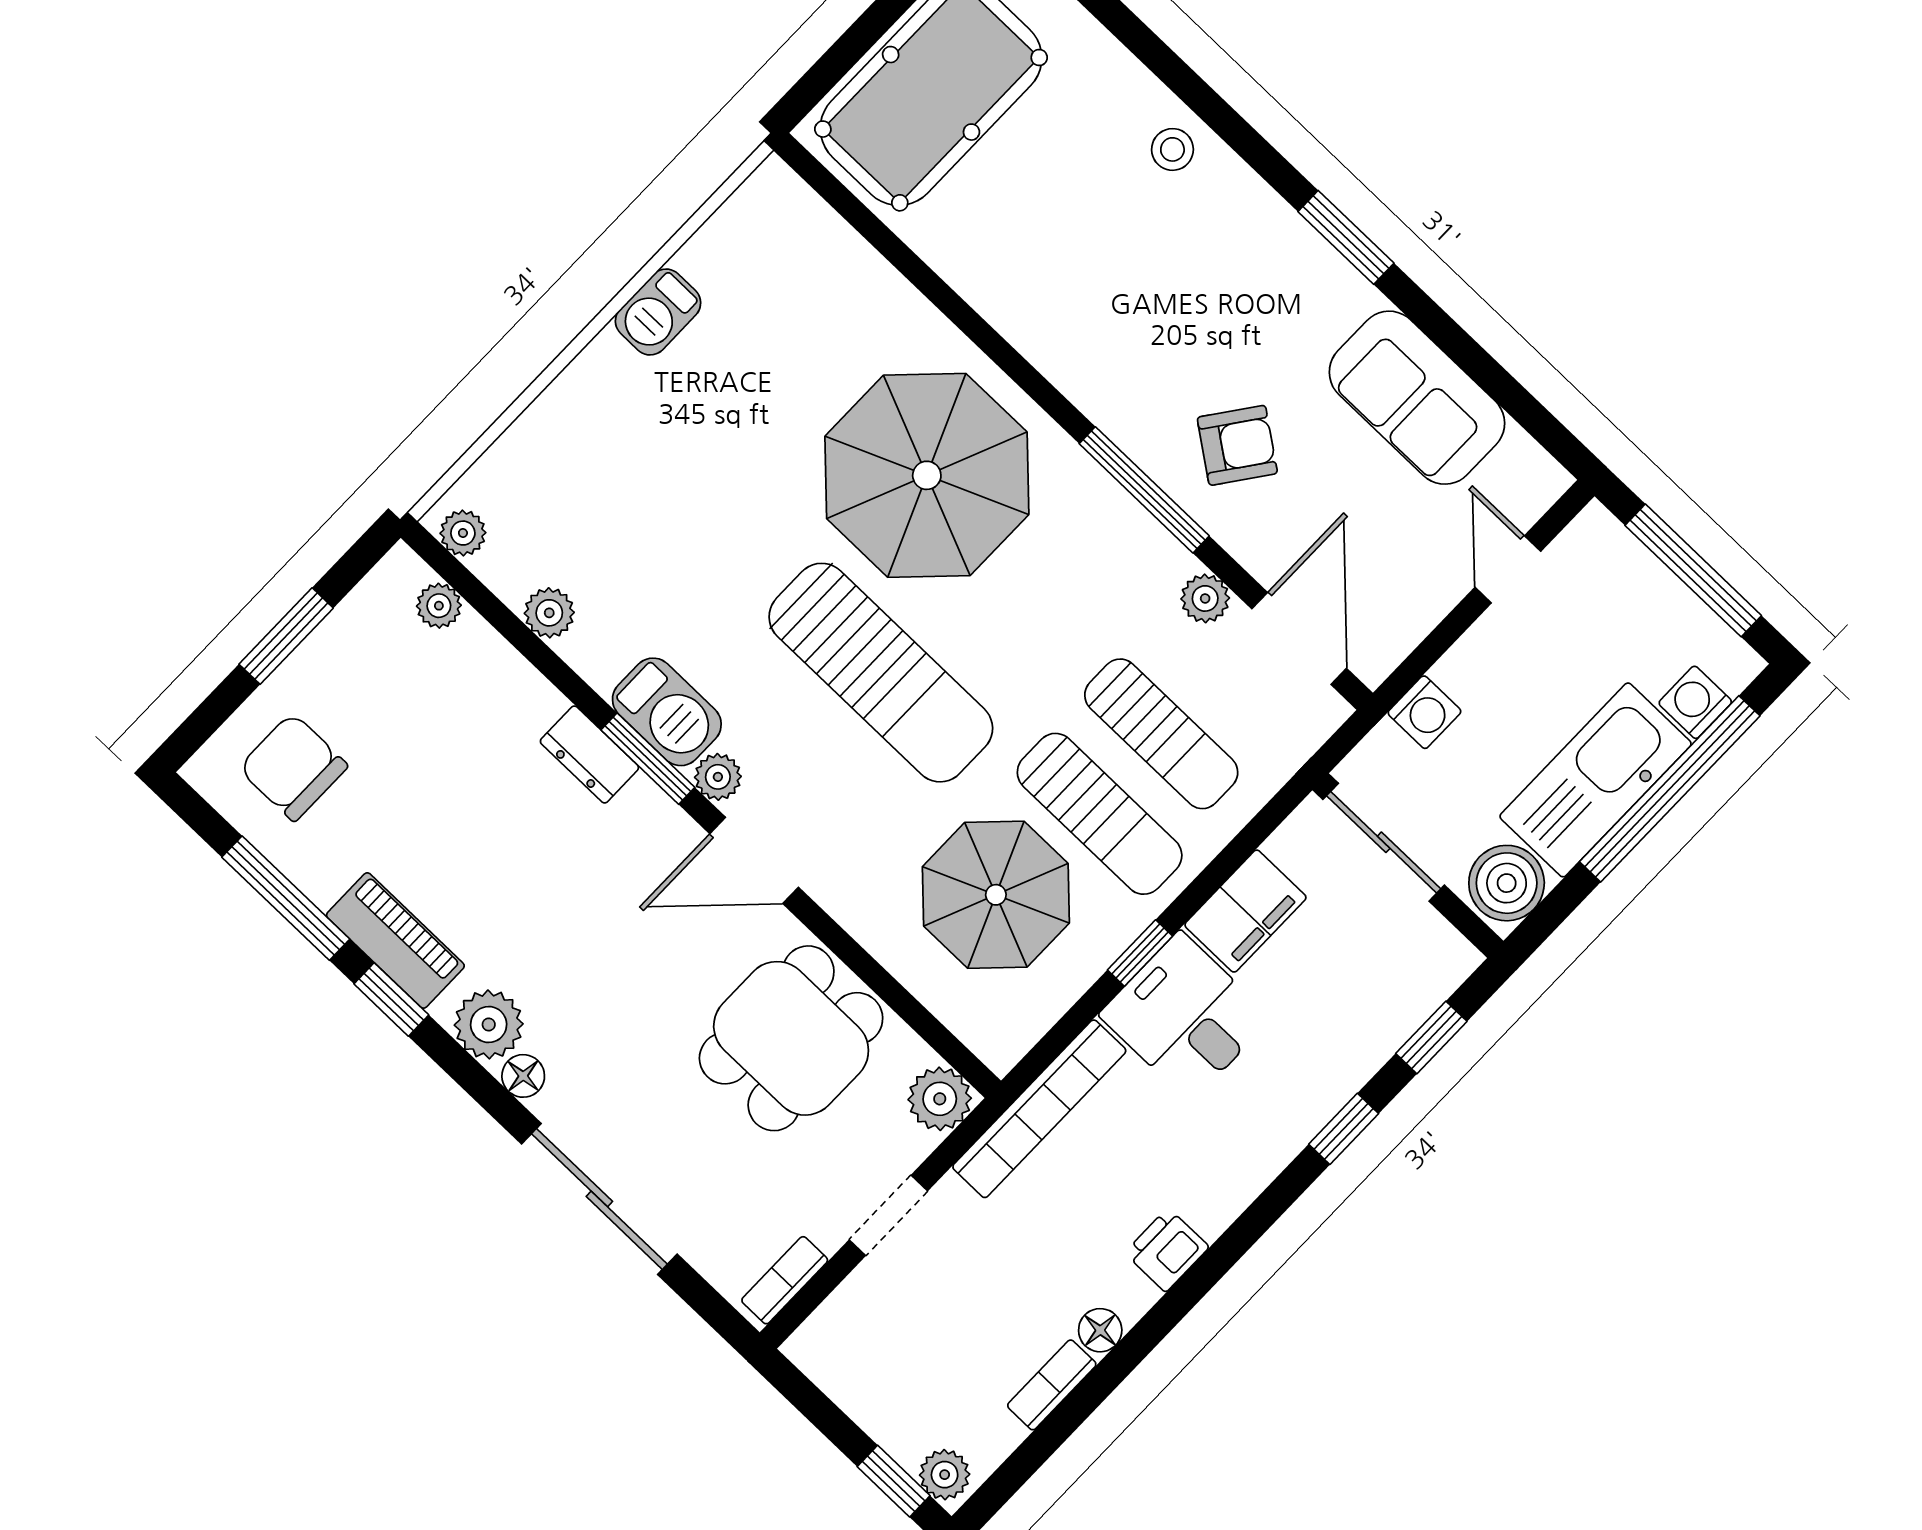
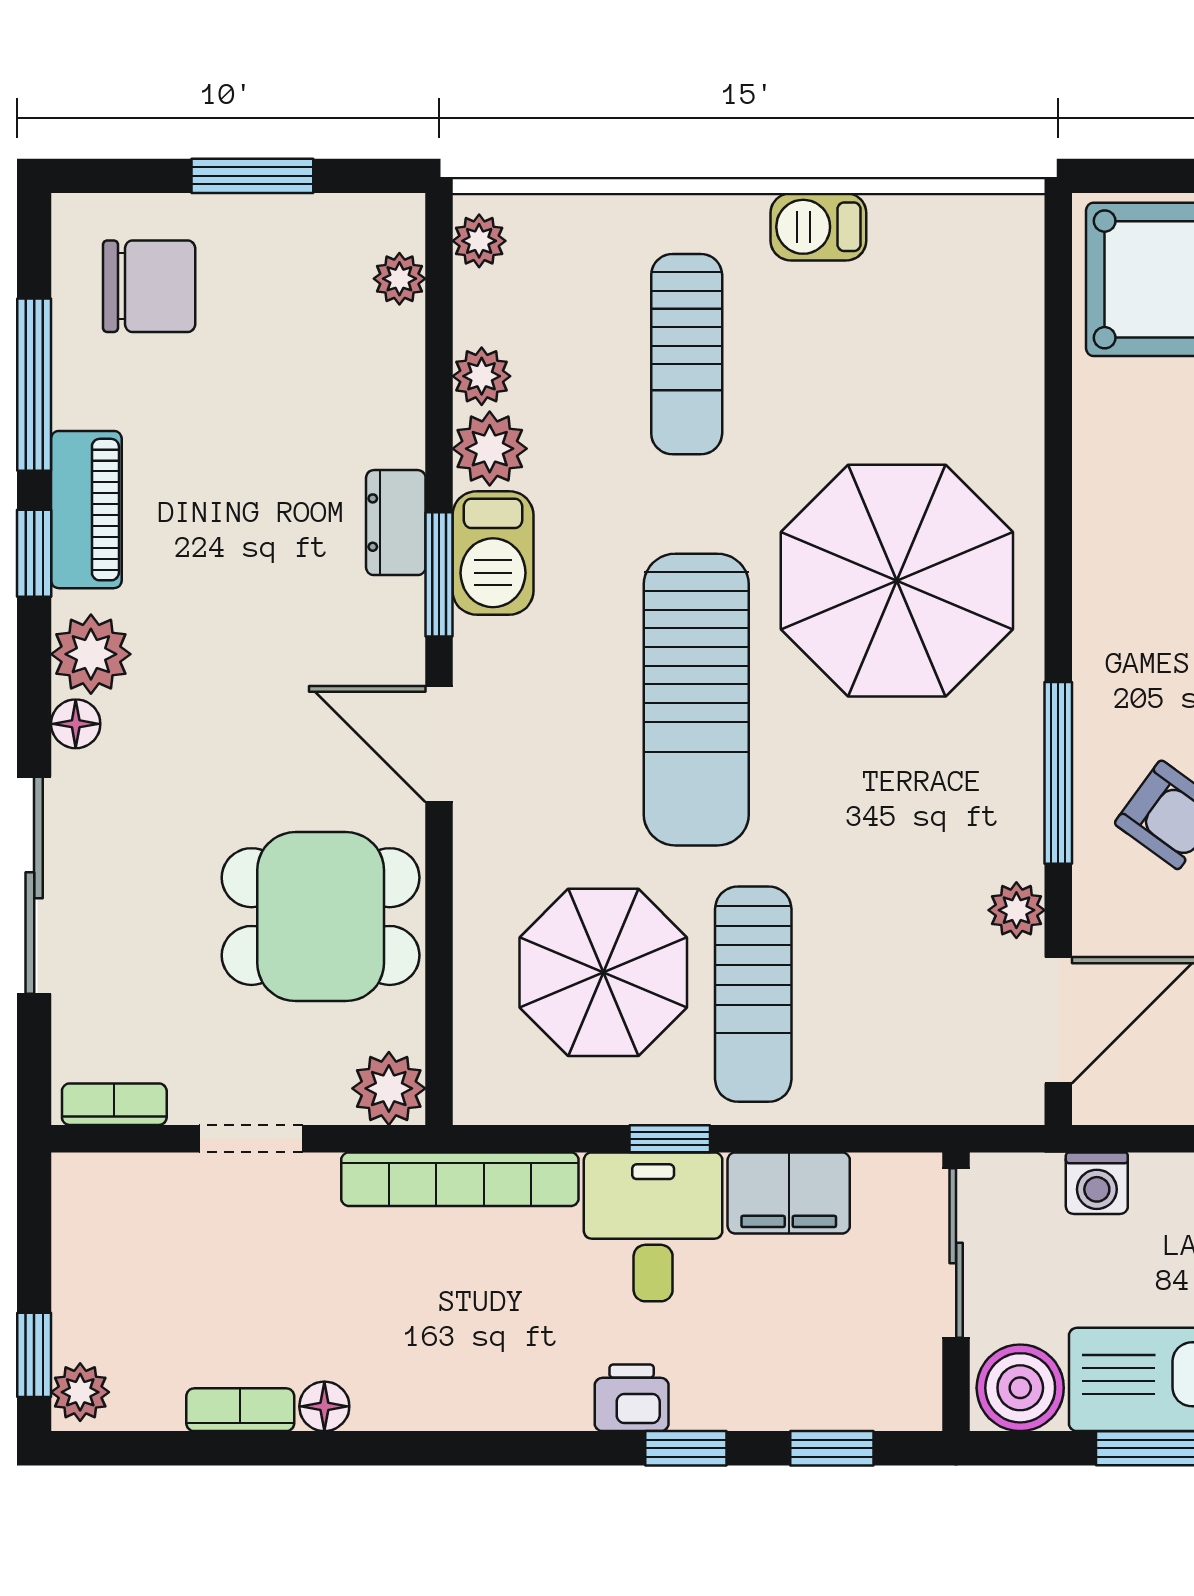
sun lounger: (1161, 734) -> (687, 354), moved
chair: (293, 767) -> (149, 286), turned 90
plant: (718, 777) -> (490, 449), moved, width x1.38, depth x1.38
printer: (1167, 1250) -> (632, 1398), moved

